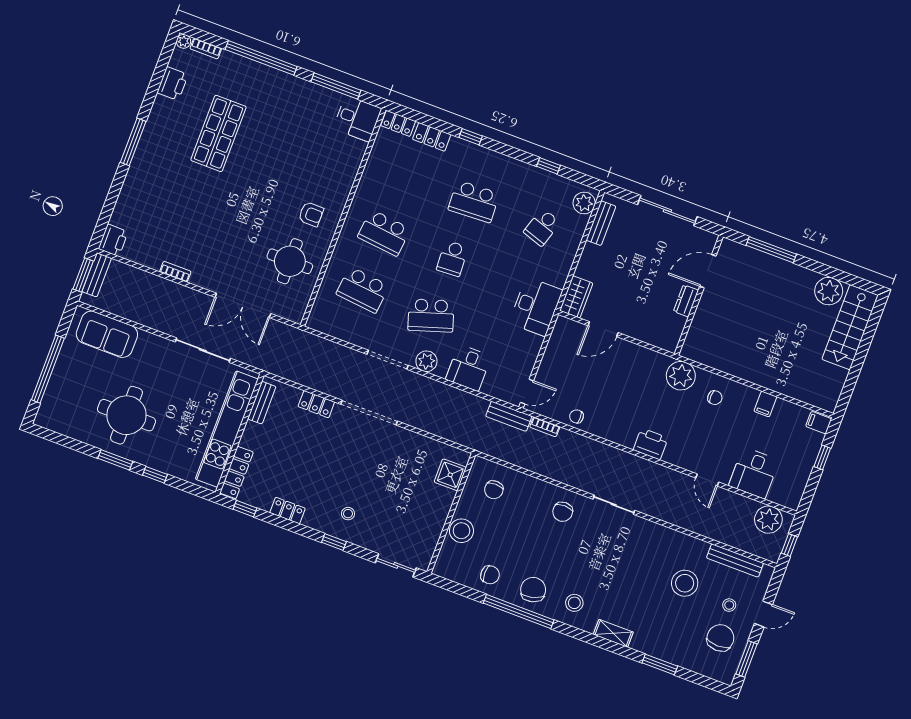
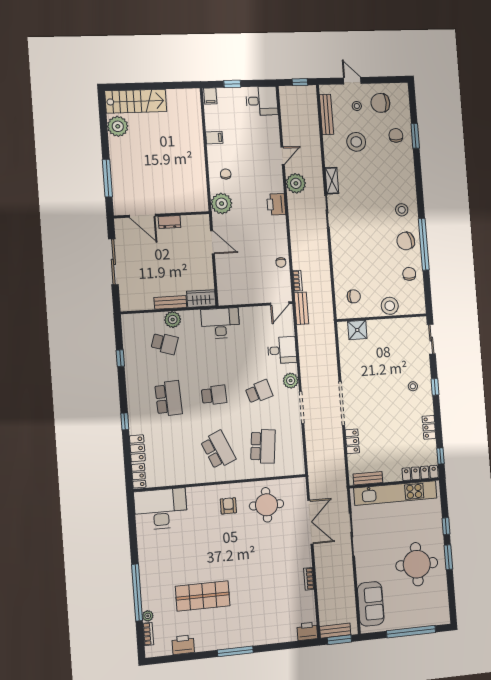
plant: (183, 41) -> (148, 616), moved
window: (336, 86) -> (133, 531), removed
desk: (357, 119) -> (161, 509), width x1.87, depth x1.30
plant: (584, 203) -> (173, 320), moved
bench: (601, 223) -> (170, 302), moved
school desk: (384, 233) -> (218, 450), turned -30
school desk: (431, 315) -> (259, 392), width x0.54
door: (603, 329) -> (212, 242), moved
door: (527, 392) -> (280, 303), swing flipped
desk: (754, 473) -> (262, 101), moved
chair: (563, 512) -> (396, 135), moved, turned -90
plant: (768, 520) -> (296, 183), moved
shelving: (613, 633) -> (332, 181), moved
window: (747, 659) -> (386, 80), removed

